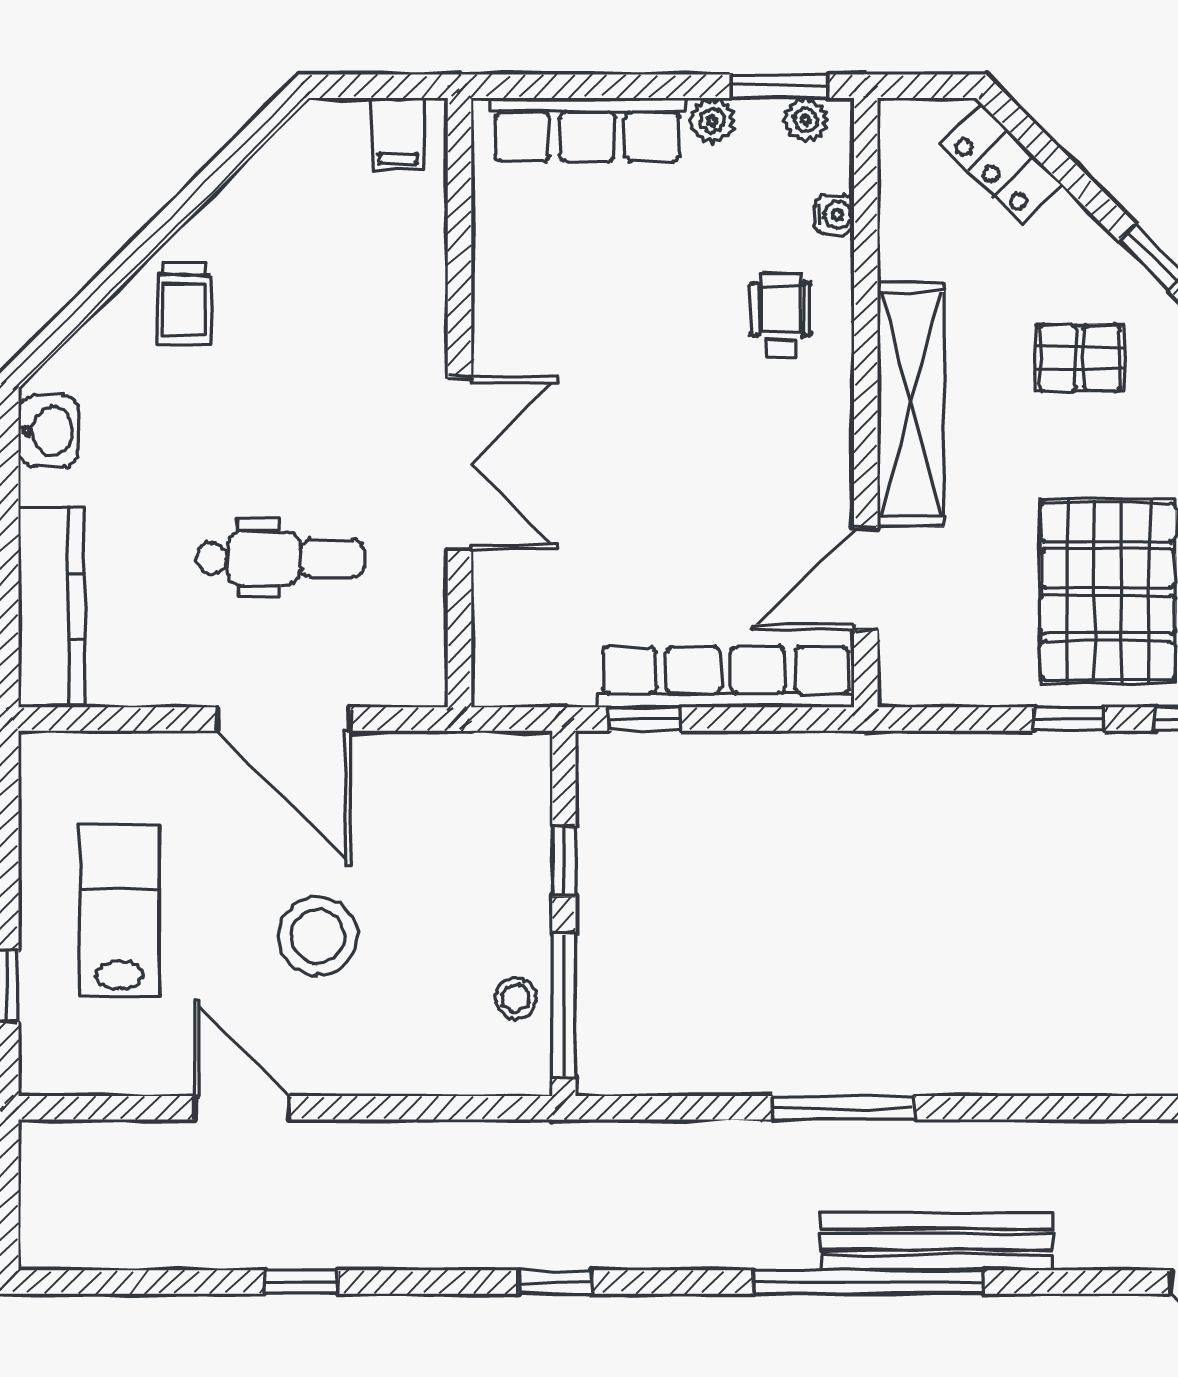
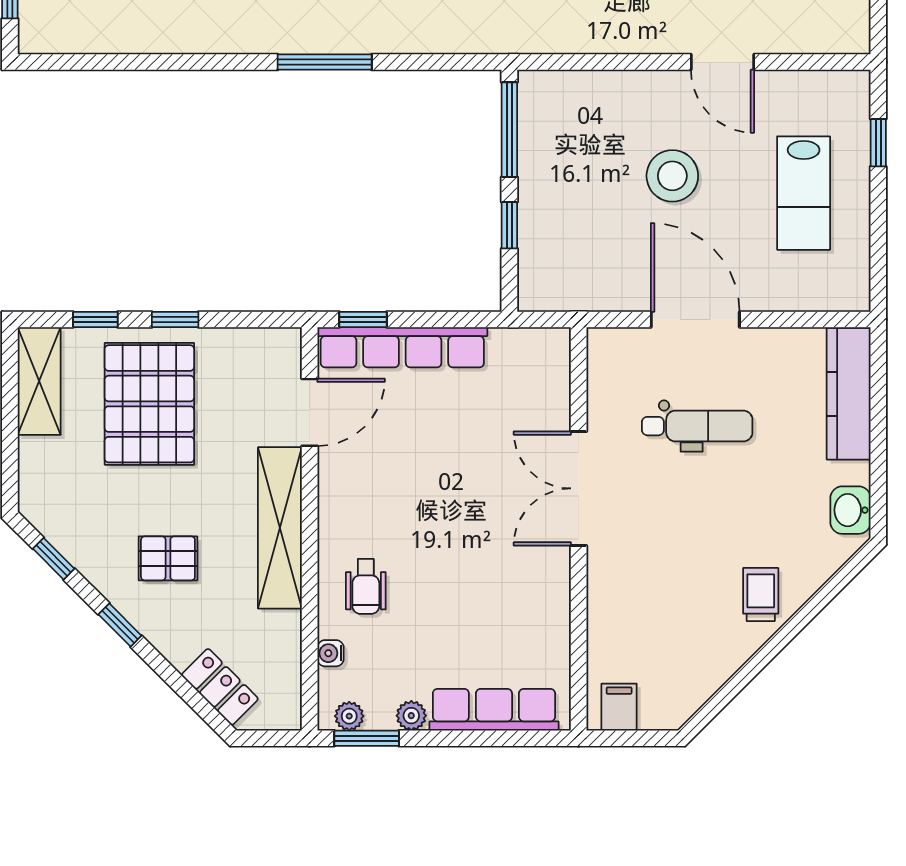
dental chair: (280, 558) -> (697, 426), turned 180
window: (645, 719) -> (363, 319), moved
stool: (516, 998) -> (541, 135), removed

